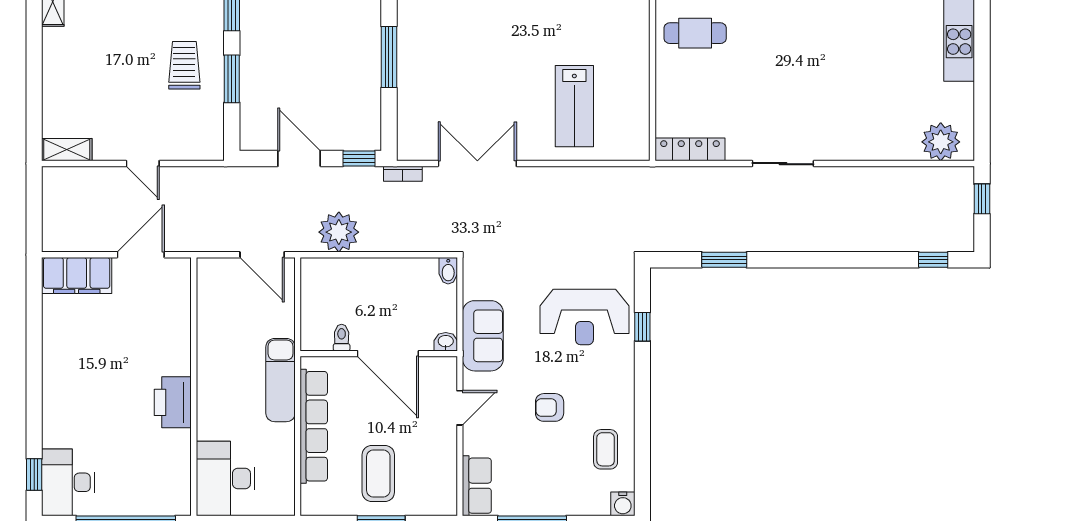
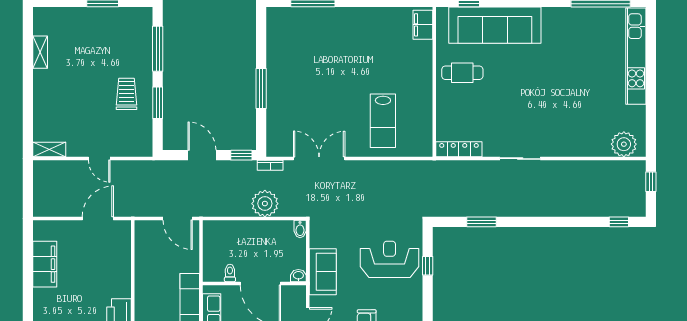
plant: (339, 232) -> (265, 204), moved
filing cabinet: (77, 275) -> (45, 264), moved, turned -90
reception desk: (584, 317) -> (390, 259), turned 180

